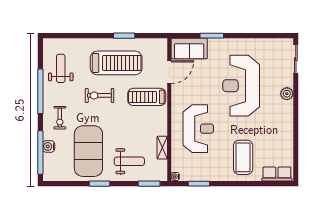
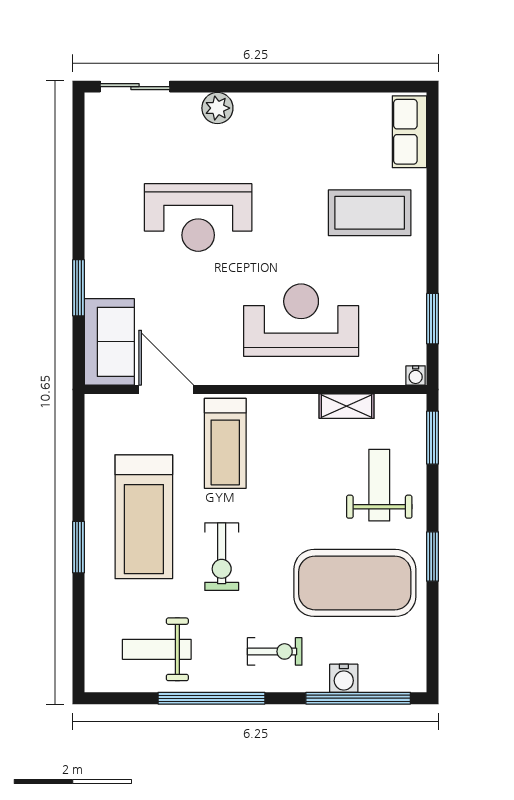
window: (124, 36) -> (78, 547), moved
treadmill: (116, 63) -> (144, 517), turned 180
reception desk: (241, 86) -> (198, 217), width x0.74, depth x0.77

